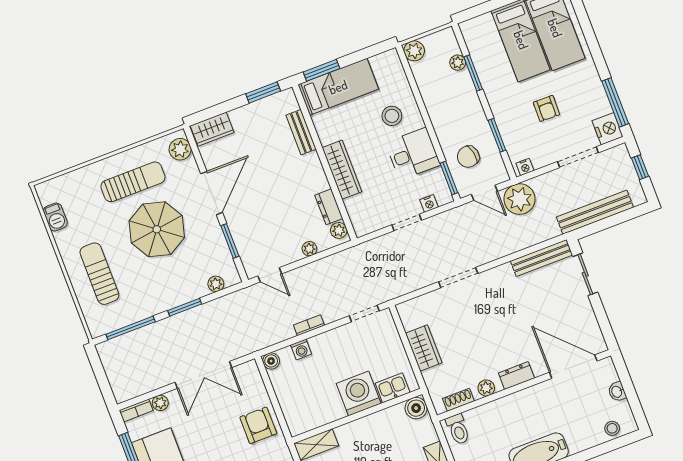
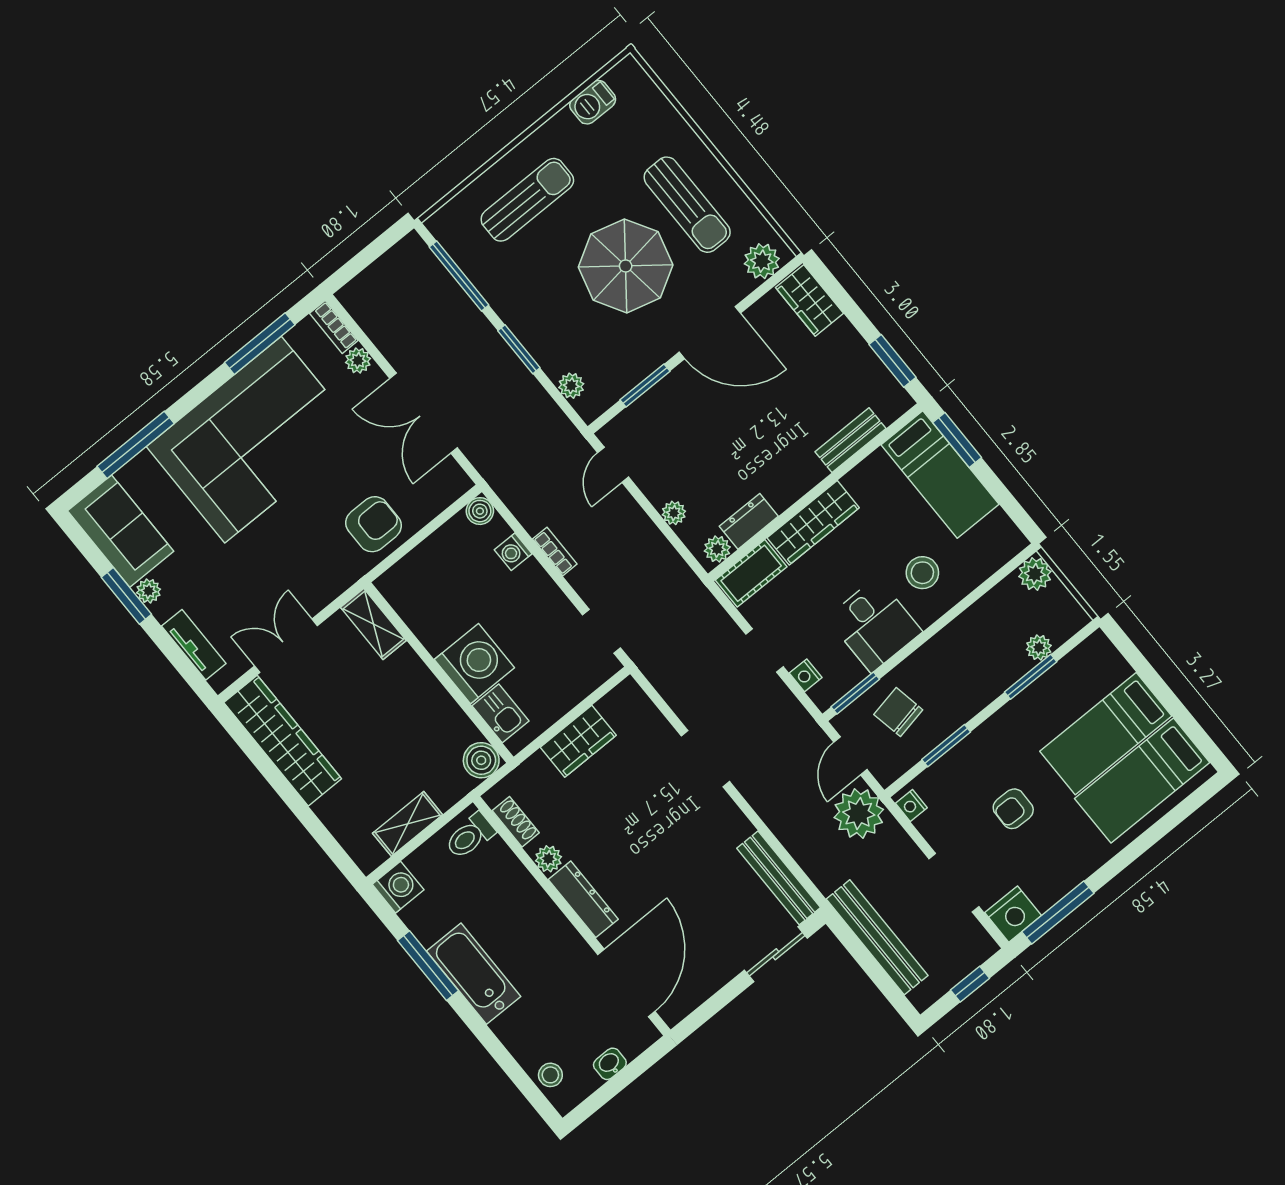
cot: (359, 215) -> (751, 573), added
dresser: (516, 376) -> (583, 899), width x1.44

